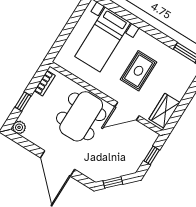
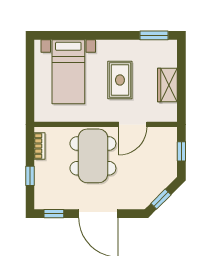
wardrobe: (164, 111) -> (167, 85), moved
plant: (19, 127) -> (41, 202), removed
window: (23, 142) -> (54, 214), added

